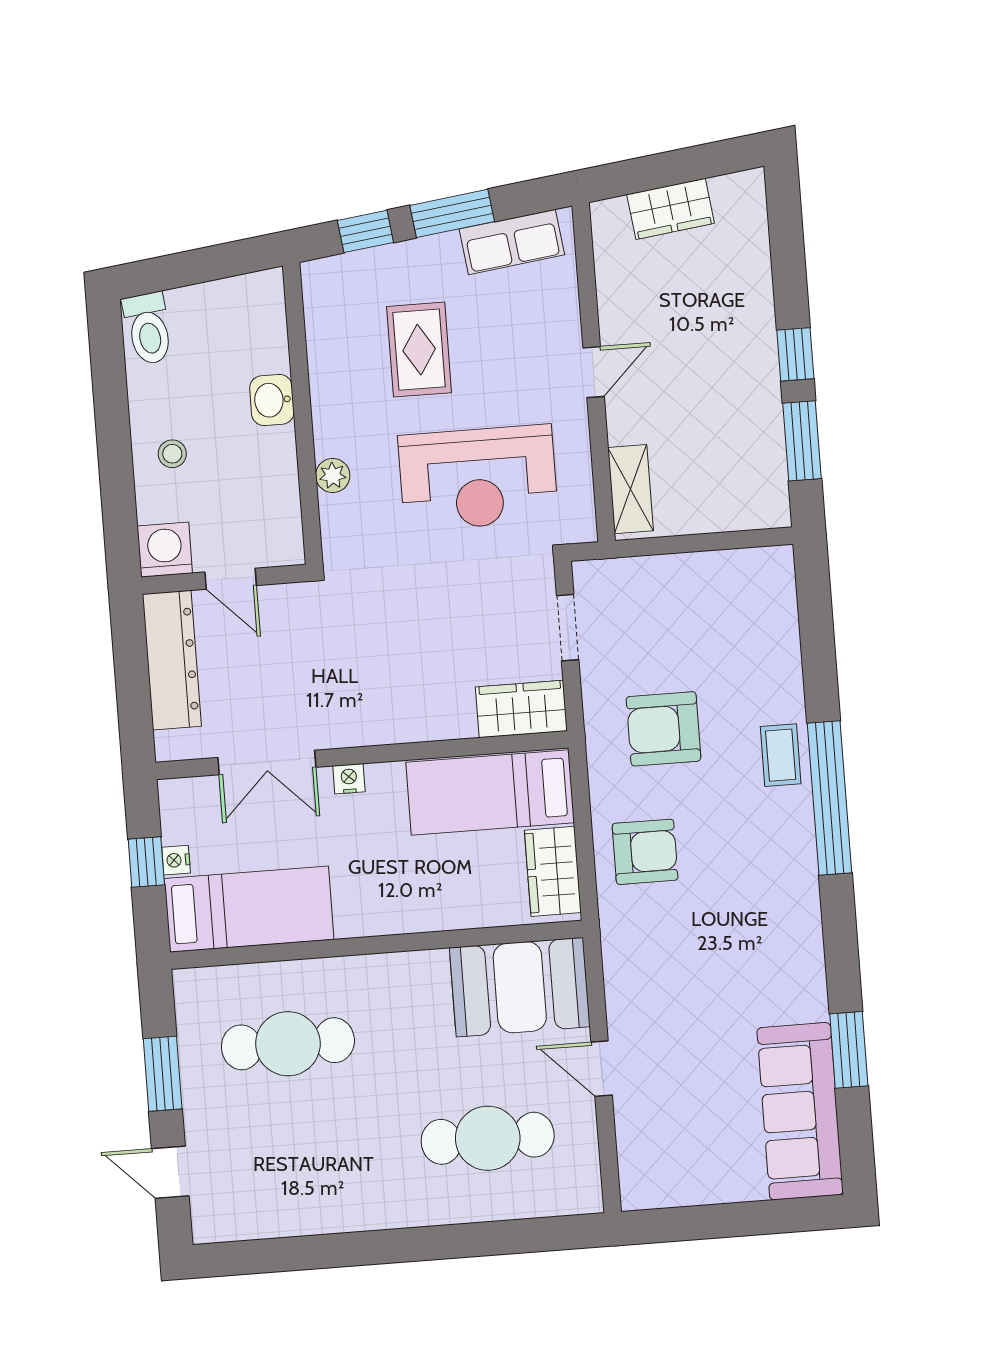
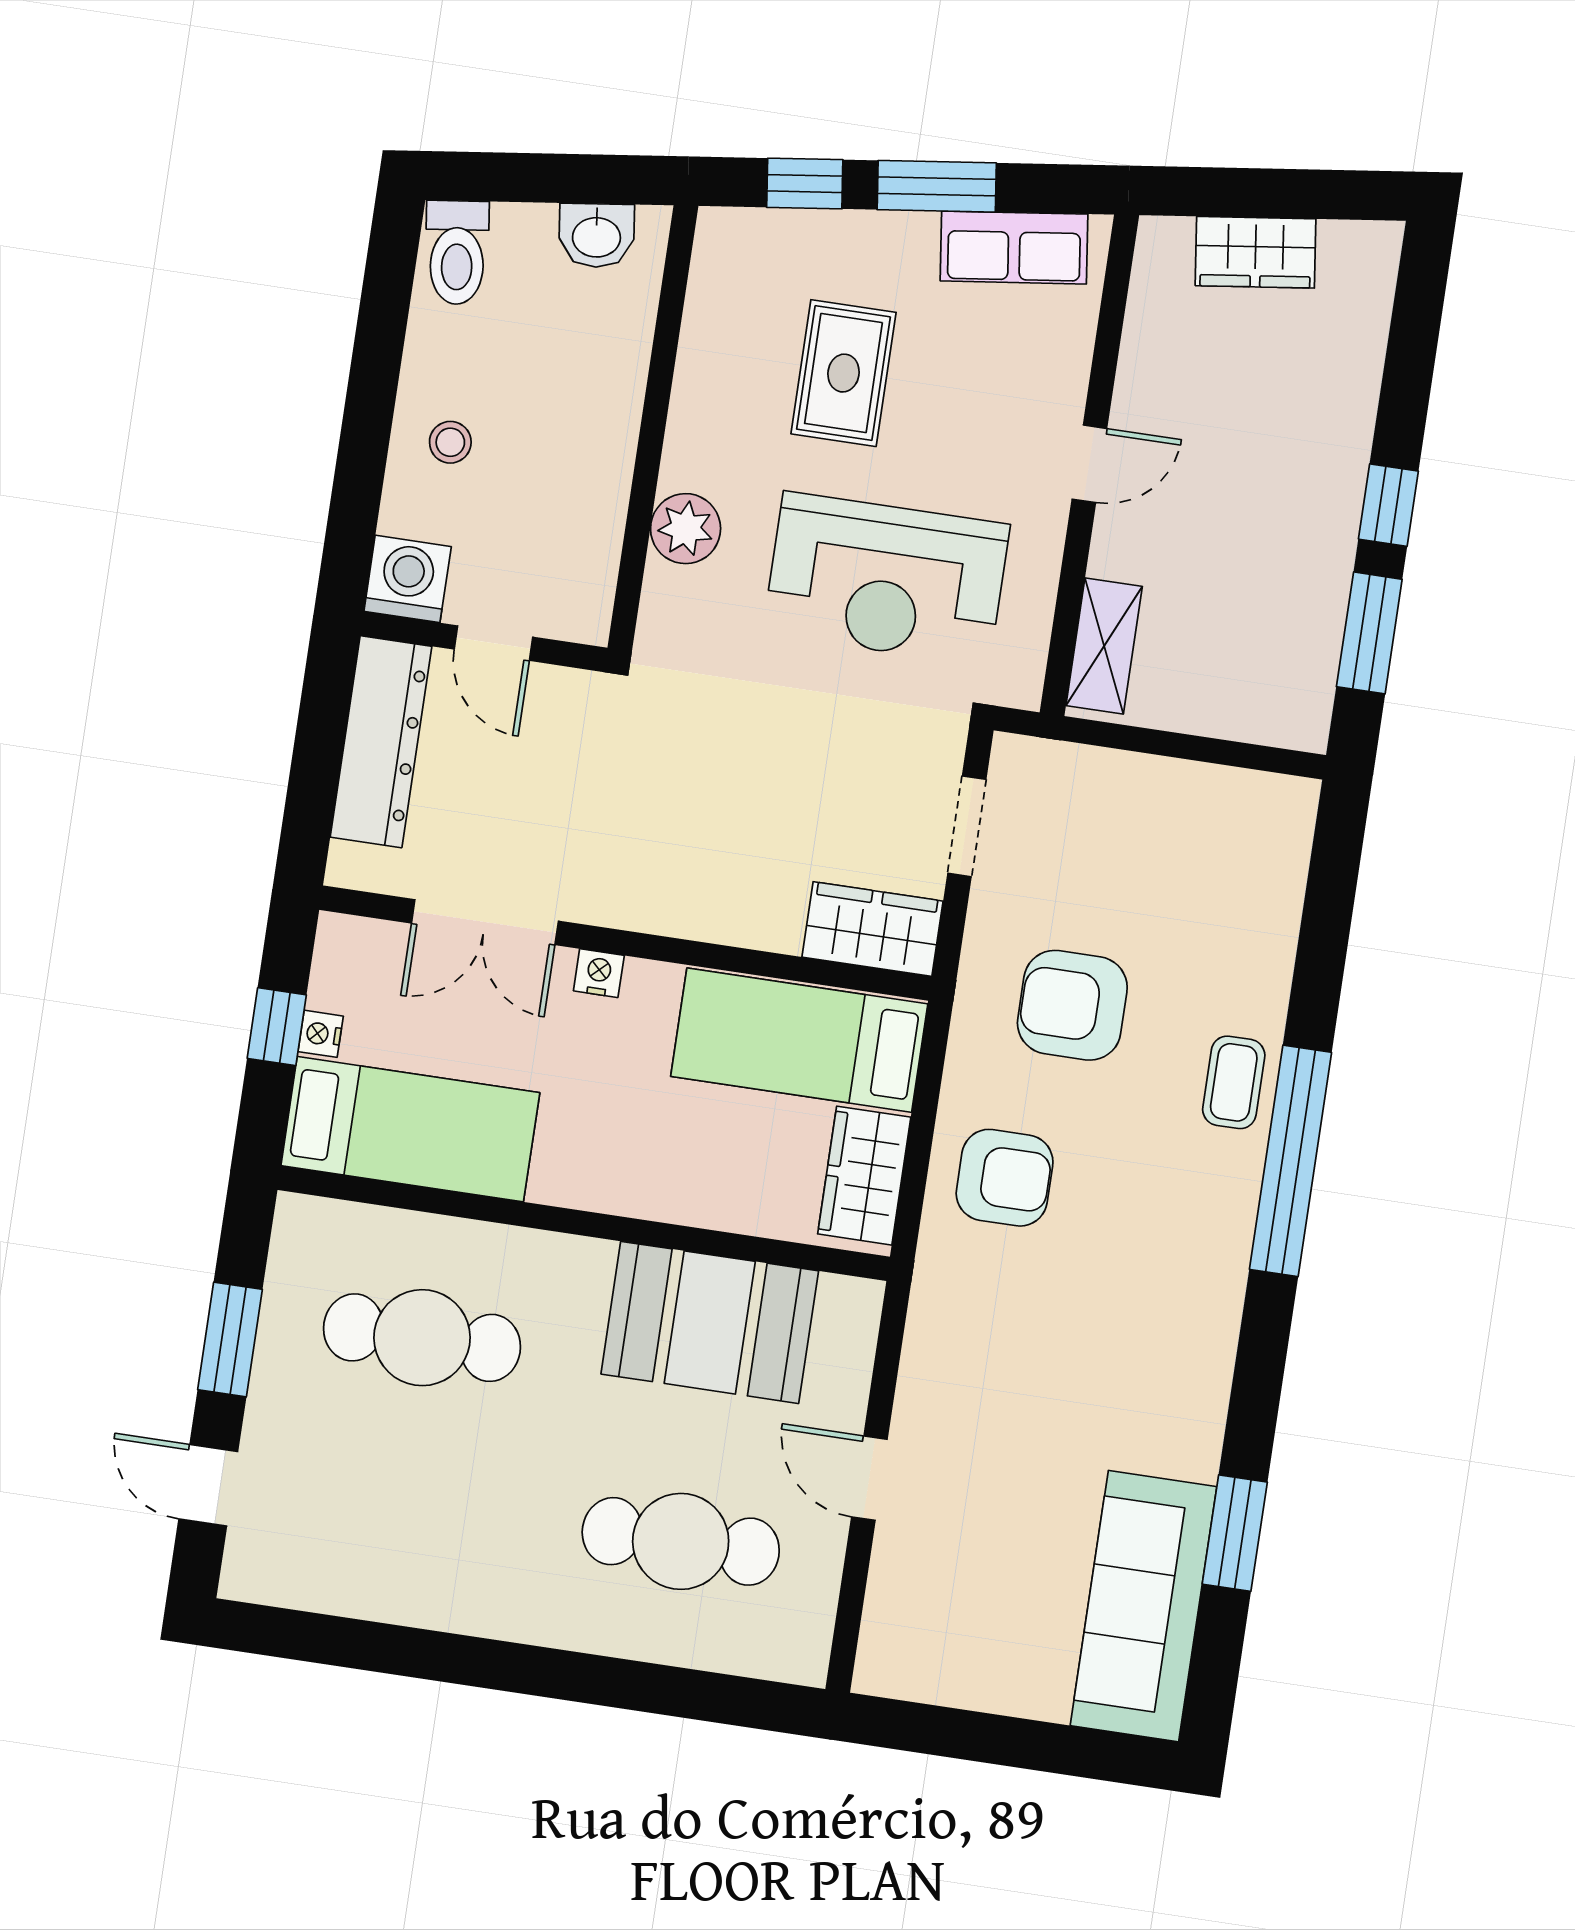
washbasin: (272, 400) -> (596, 235), moved, turned -97
plant: (333, 476) -> (686, 529), width x1.38, depth x1.38
booth: (520, 987) -> (710, 1322), moved

